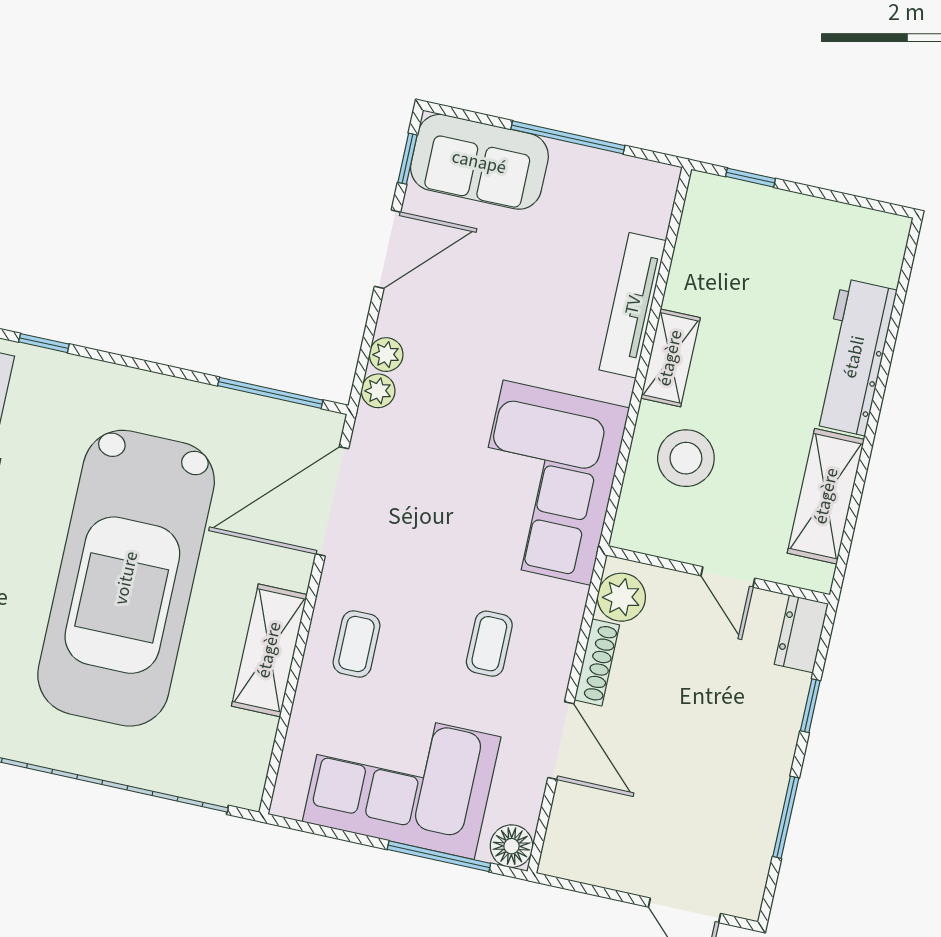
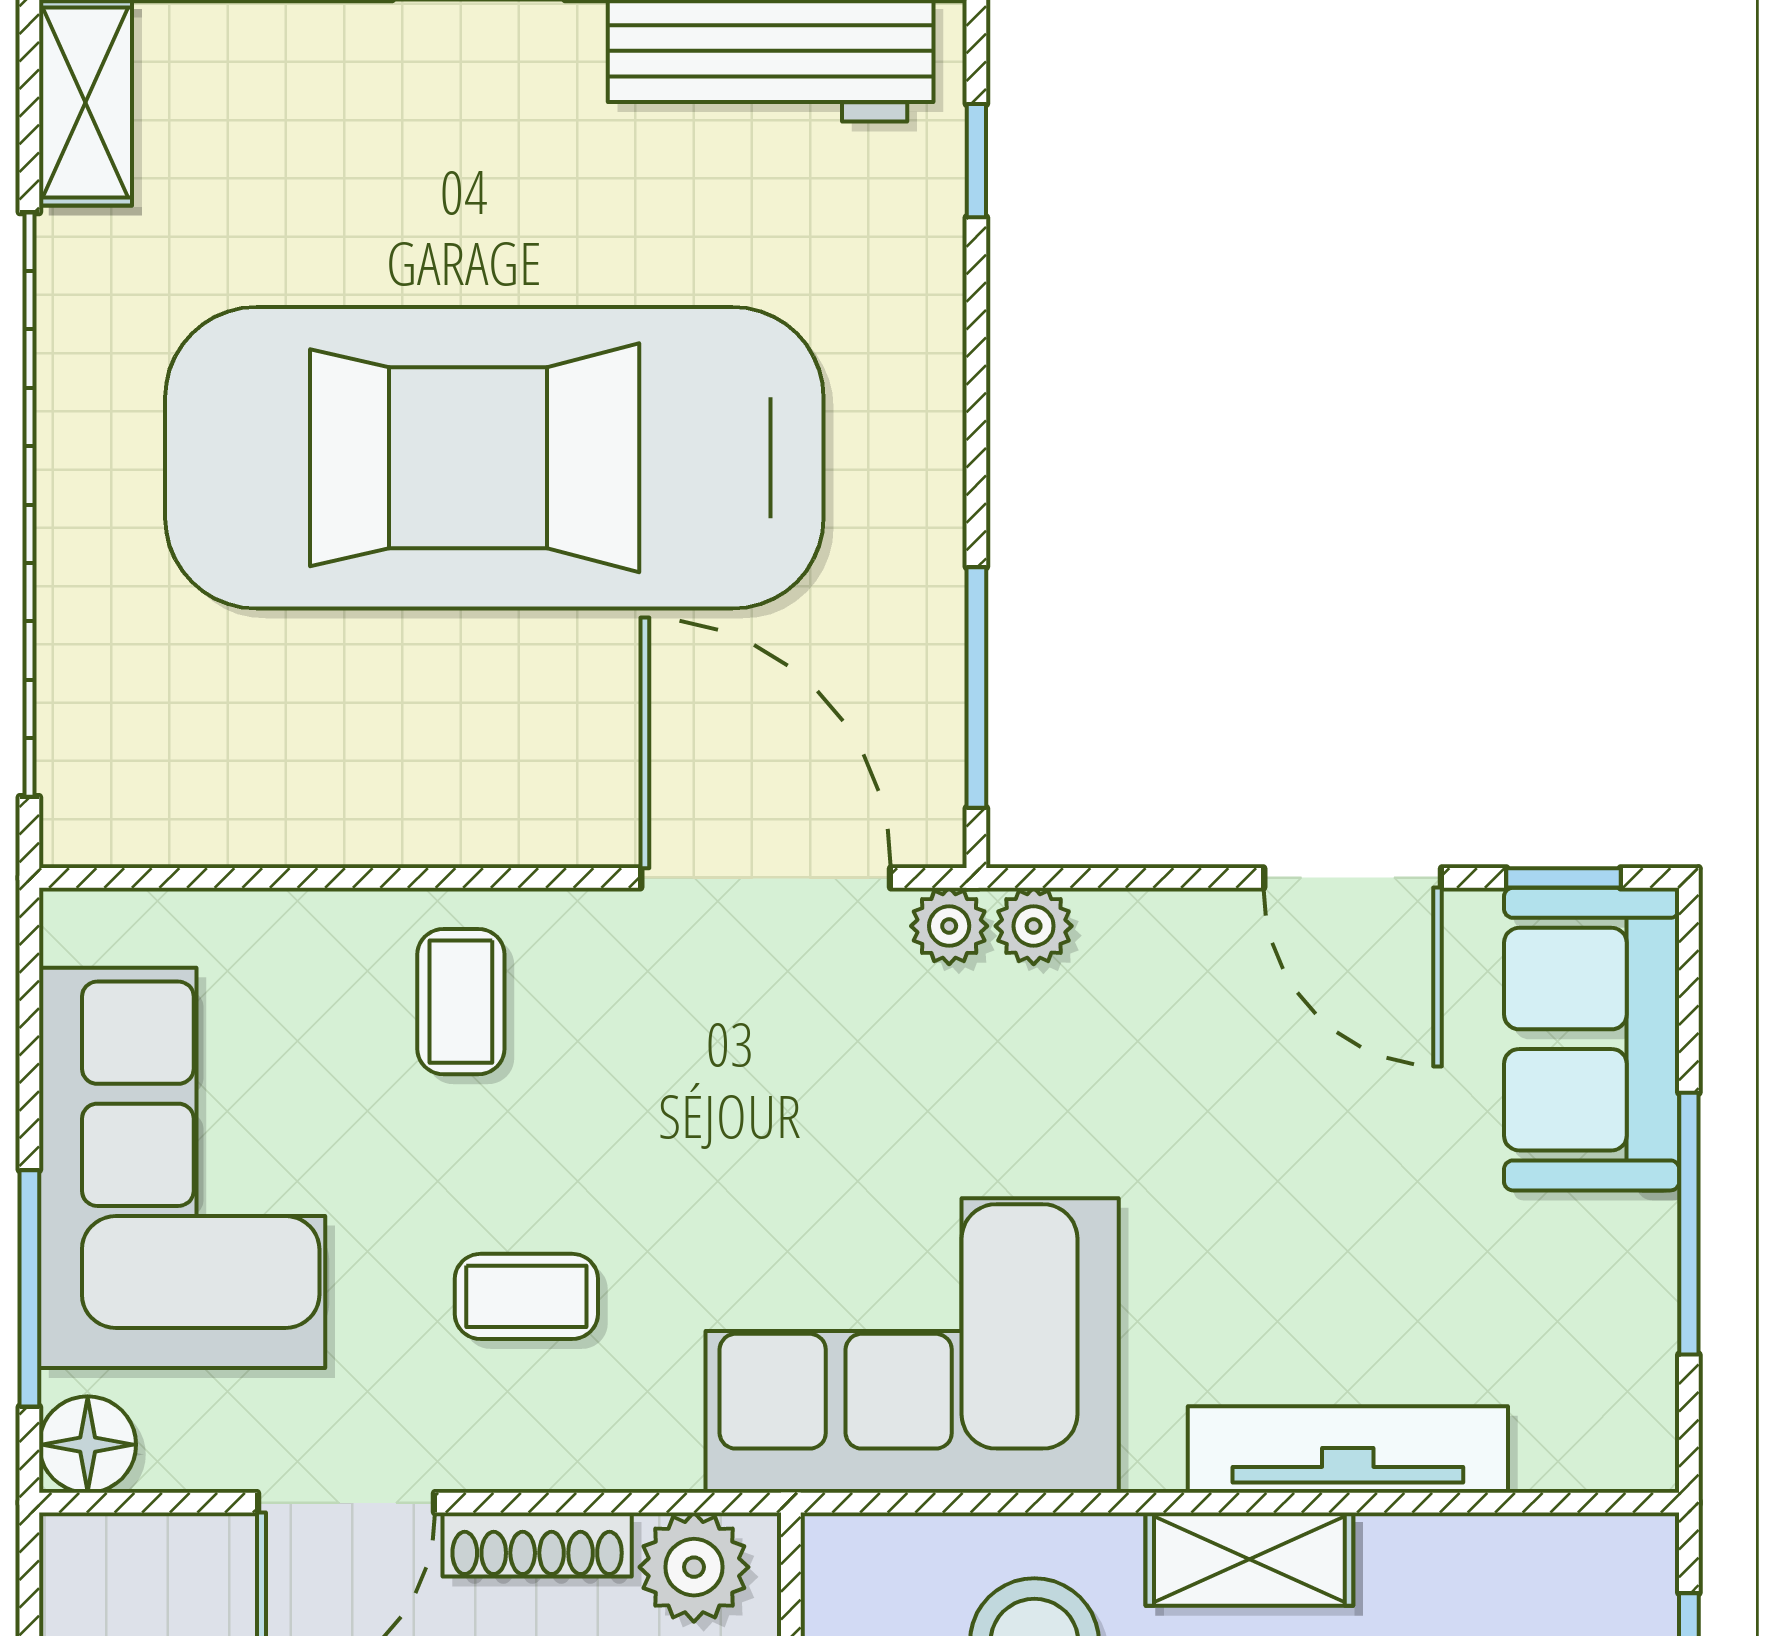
plant: (386, 355) -> (949, 926), moved
coffee table: (357, 644) -> (461, 1002), turned 90
shelving: (269, 650) -> (404, 811), removed

